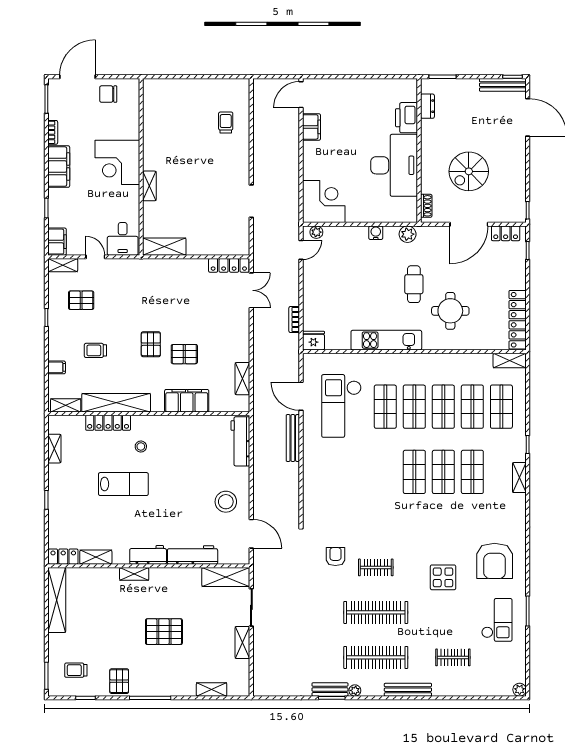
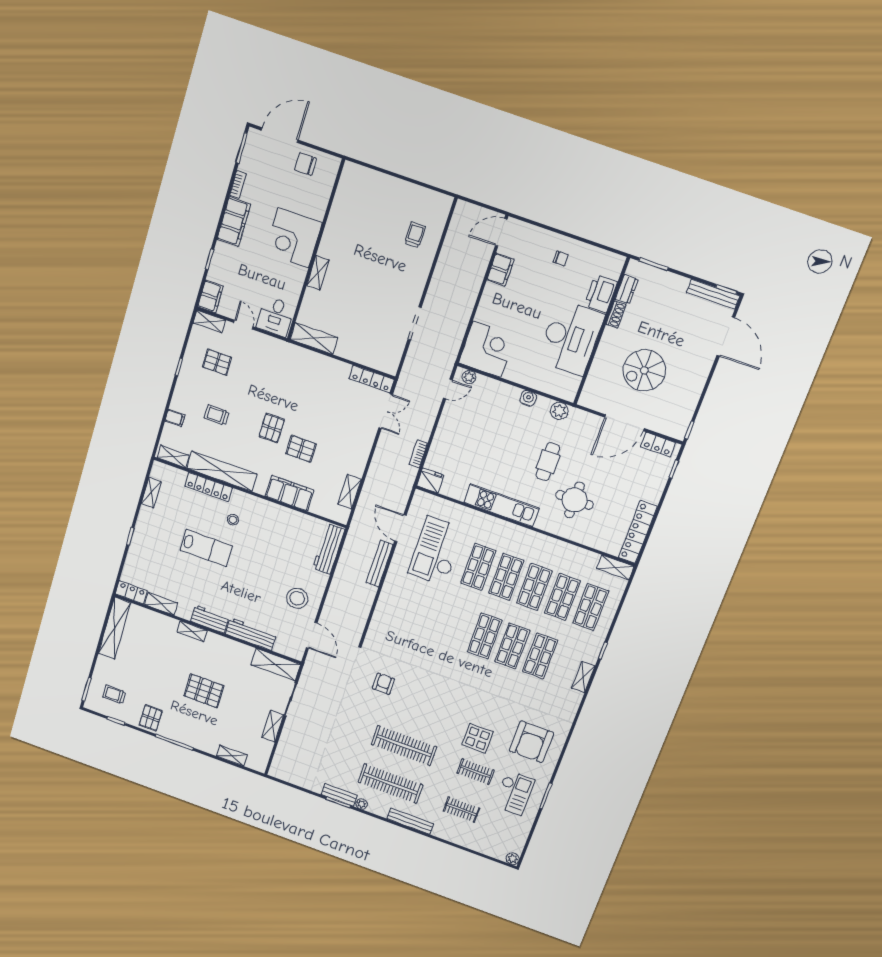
chair: (361, 99) -> (561, 258), added
shoe rack: (426, 206) -> (616, 315), moved
clothes rail: (376, 567) -> (476, 772), moved

